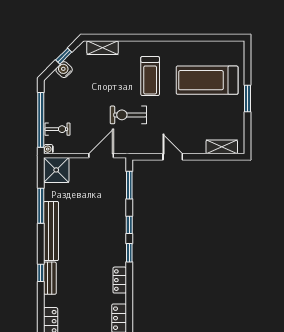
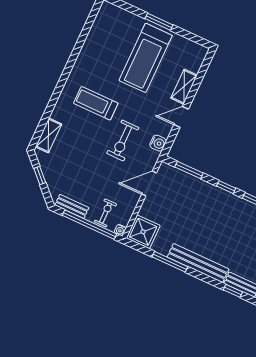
water cooler: (64, 70) -> (158, 143), moved, turned -135
treadmill: (150, 76) -> (96, 103), turned 180
treadmill: (207, 80) -> (146, 58), moved
bench: (50, 97) -> (72, 206), added
shelving: (222, 147) -> (184, 87), moved
door: (101, 156) -> (149, 183), hinge flipped

